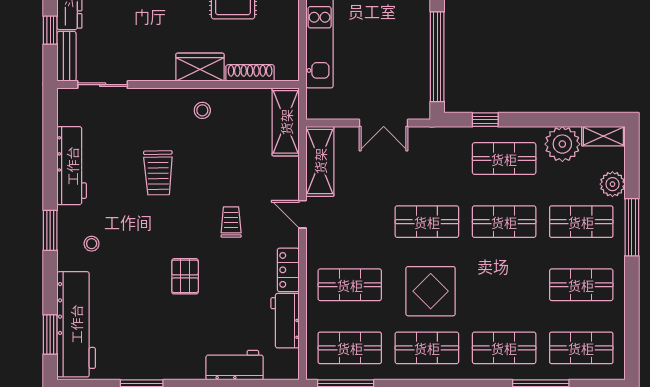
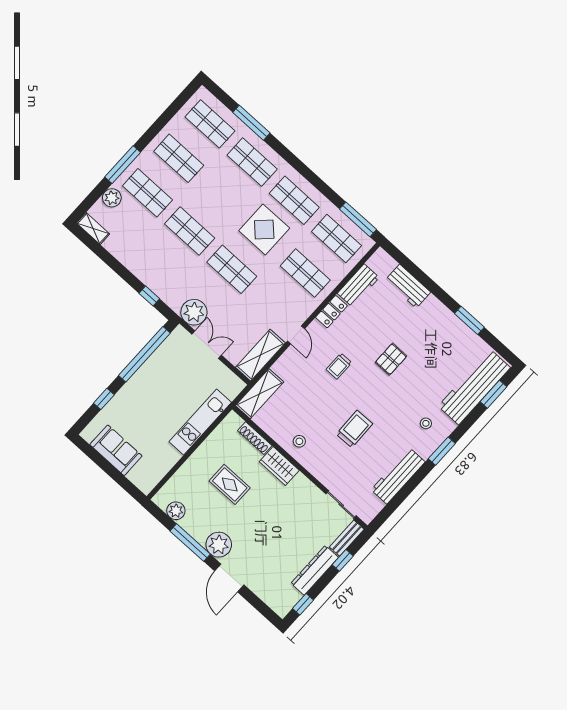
plant: (562, 144) -> (194, 312), moved
shop shelf: (504, 159) -> (158, 266), removed

